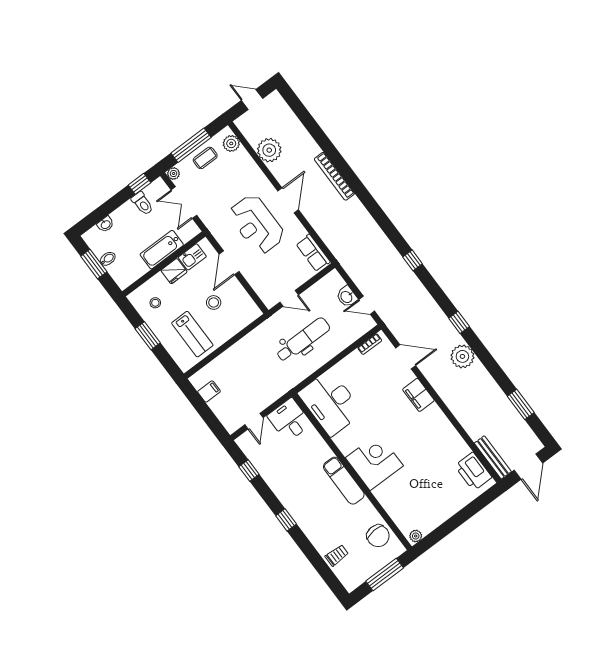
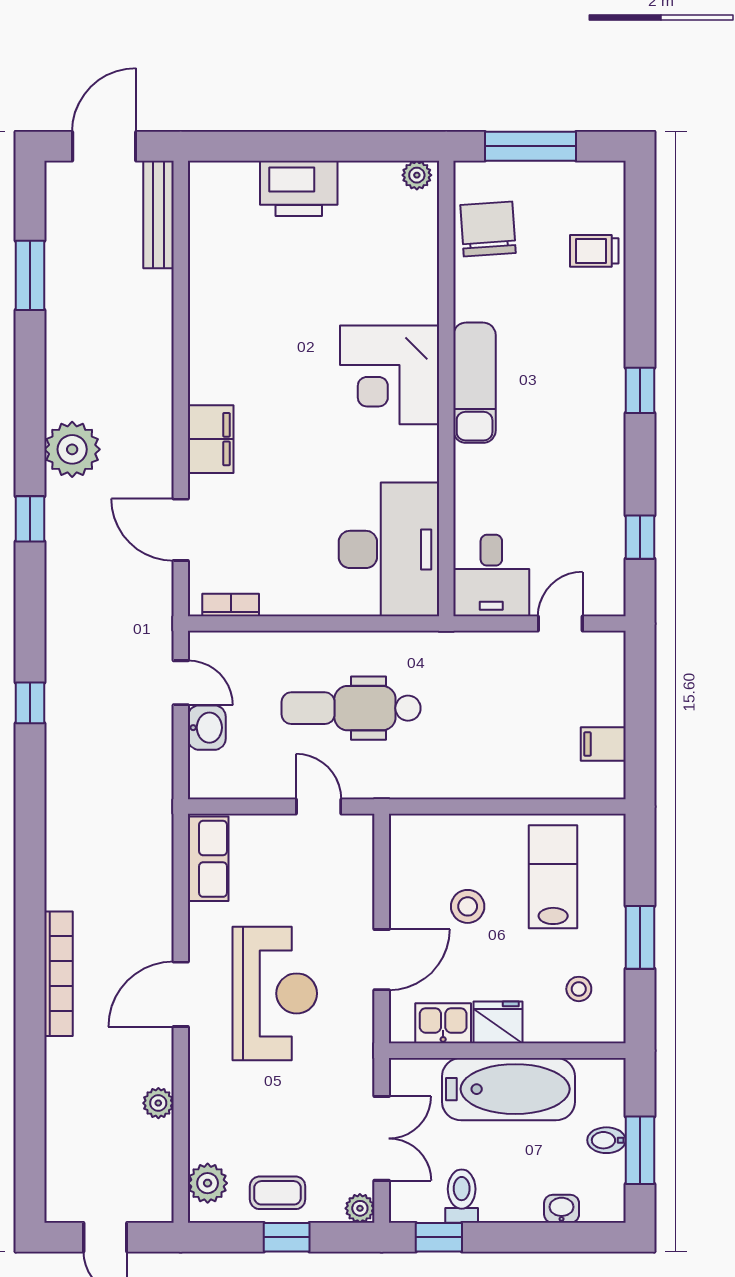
window: (191, 145) -> (287, 1237), width x0.46
plant: (269, 150) -> (158, 1103), width x0.53, depth x0.53
bathtub: (162, 250) -> (508, 1089), width x1.36, depth x1.36
printer: (473, 471) -> (299, 188), moved, turned 90

